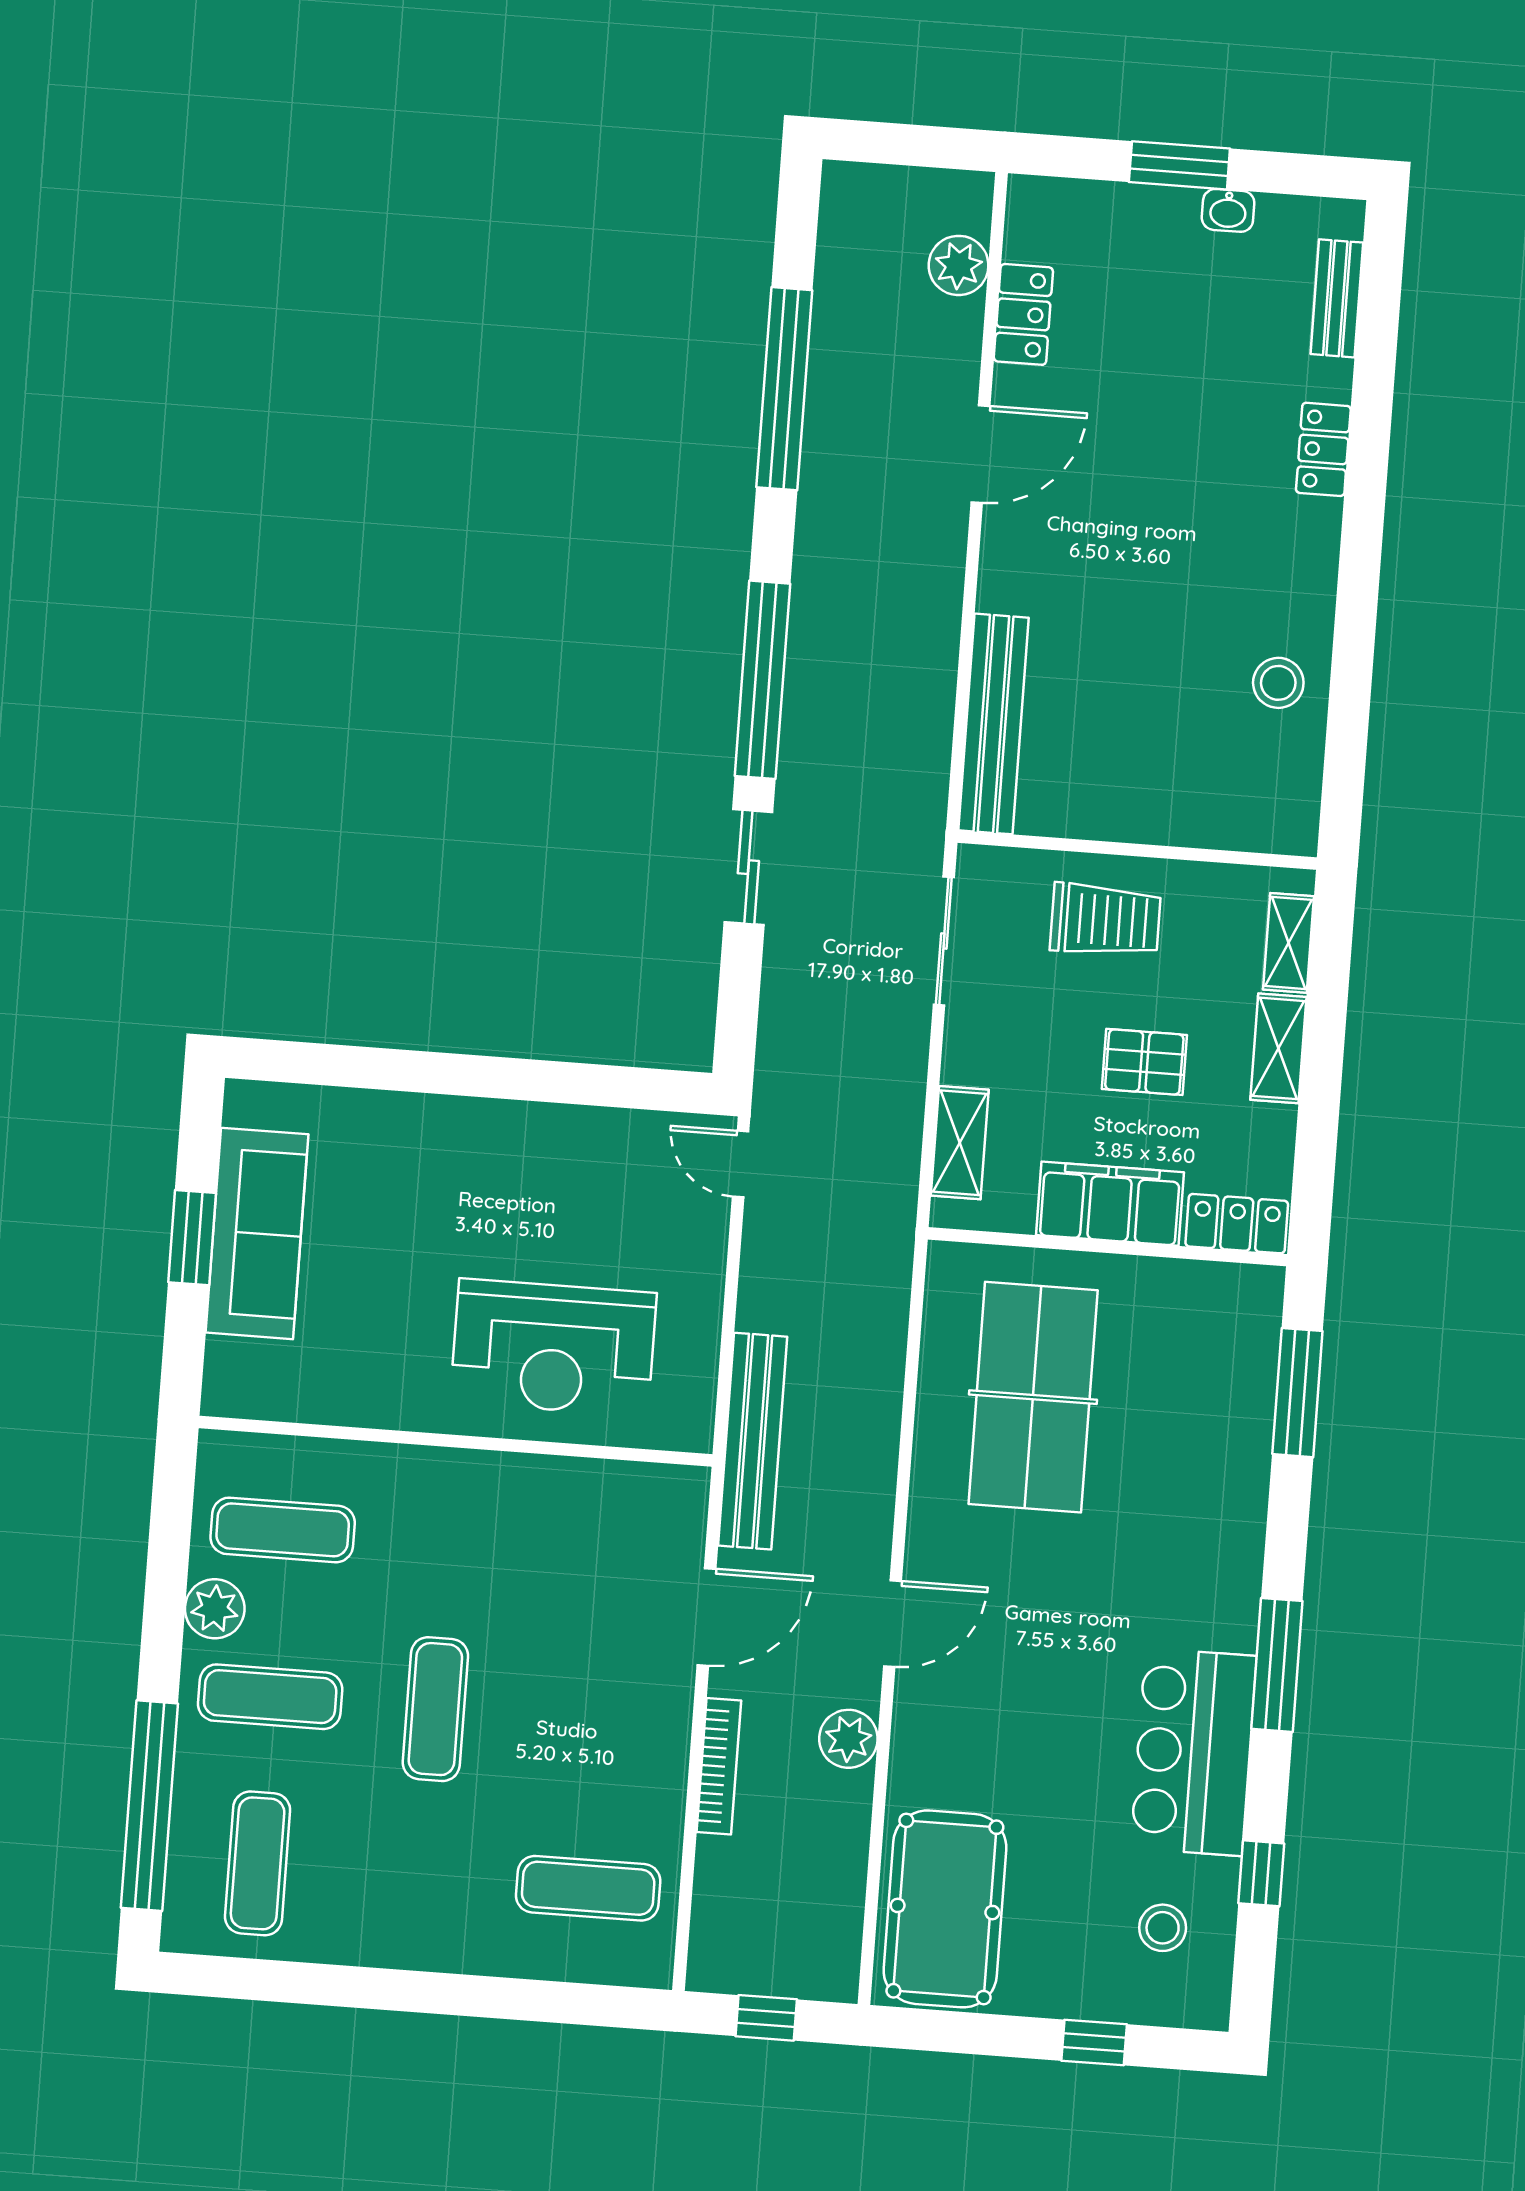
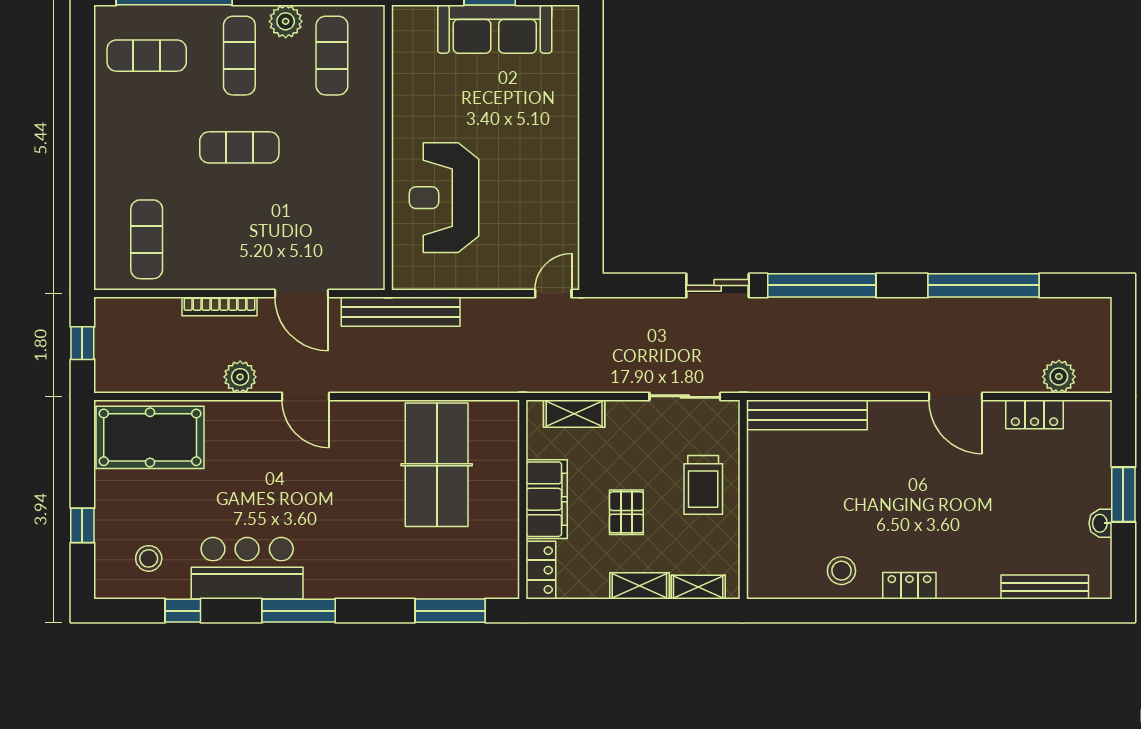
bench: (1337, 298) -> (1045, 587), width x1.36
locker: (1323, 449) -> (909, 586), moved
table tennis table: (1033, 1397) -> (437, 465), turned 90

